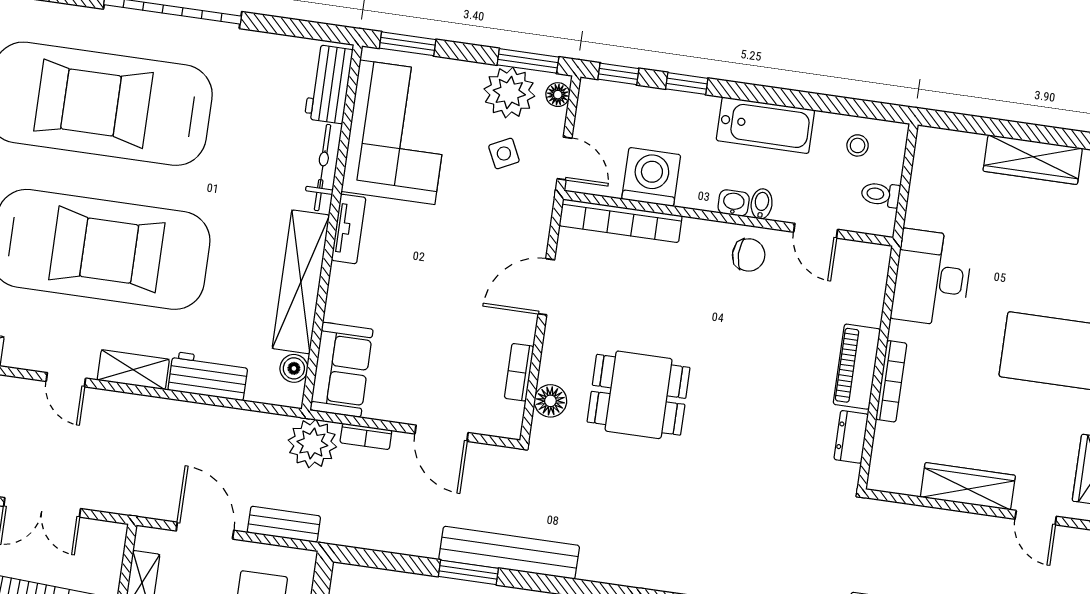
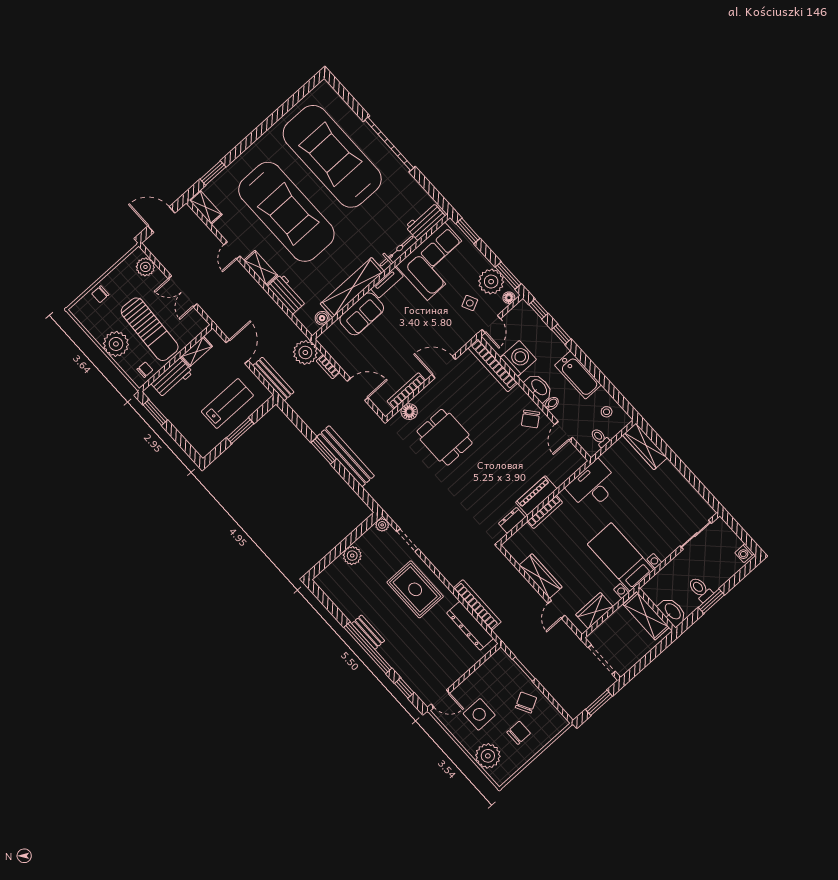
wardrobe: (1033, 160) -> (645, 446), moved
washbasin: (734, 203) -> (539, 388), width x1.91, depth x1.45
chair: (749, 255) -> (531, 419), turned 51
sofa: (342, 370) -> (362, 314), moved
bookcase: (519, 372) -> (406, 391), width x1.56
door: (441, 433) -> (358, 389), swing flipped
bench: (284, 524) -> (273, 379), width x1.36

